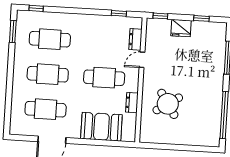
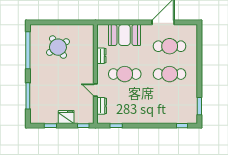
cafe table: (50, 39) -> (170, 102), removed
door: (142, 60) -> (95, 90), swing flipped
round table: (168, 104) -> (58, 47), moved

